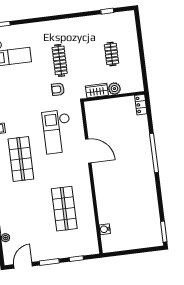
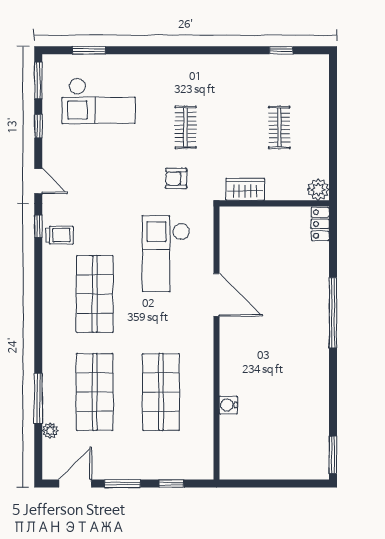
clothes rail: (60, 60) -> (186, 127), width x0.73
plant: (114, 89) -> (318, 190), moved
shop shelf: (28, 213) -> (95, 392), added
water cooler: (105, 229) -> (228, 405), moved

